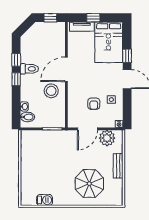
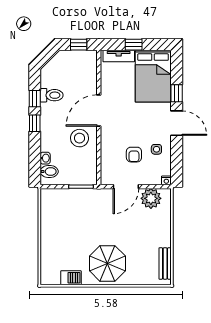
toilet: (29, 69) -> (52, 95), moved
bench: (118, 166) -> (165, 263), moved
parasol: (89, 184) -> (107, 263), moved

